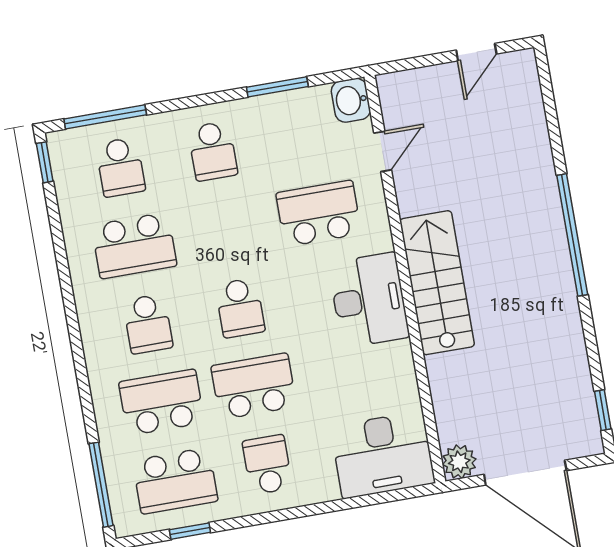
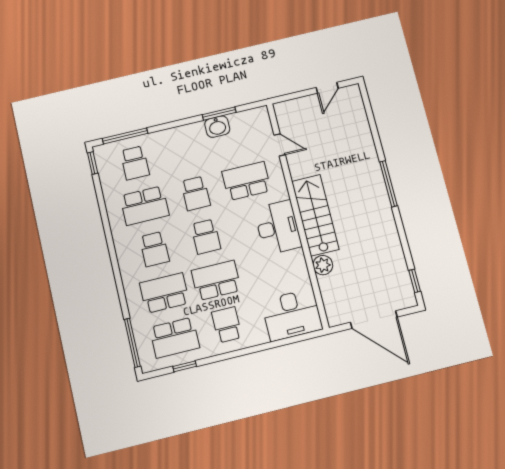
washbasin: (351, 100) -> (217, 127), moved, turned -90
school desk: (213, 151) -> (196, 193), moved
door: (383, 151) -> (280, 145), hinge flipped
window: (572, 235) -> (388, 184), width x0.68
plant: (459, 462) -> (323, 265), moved

